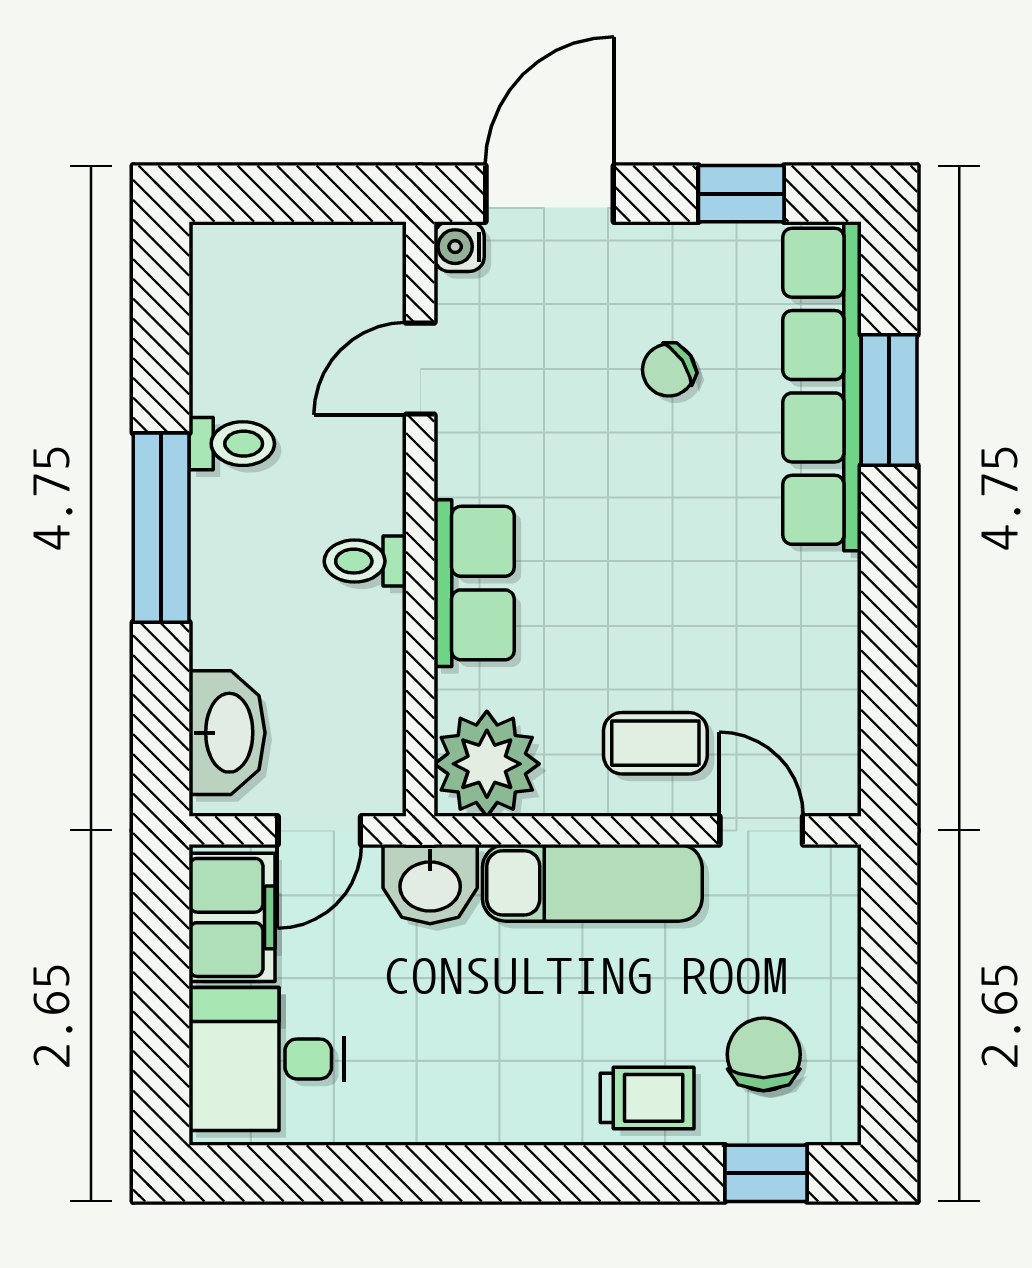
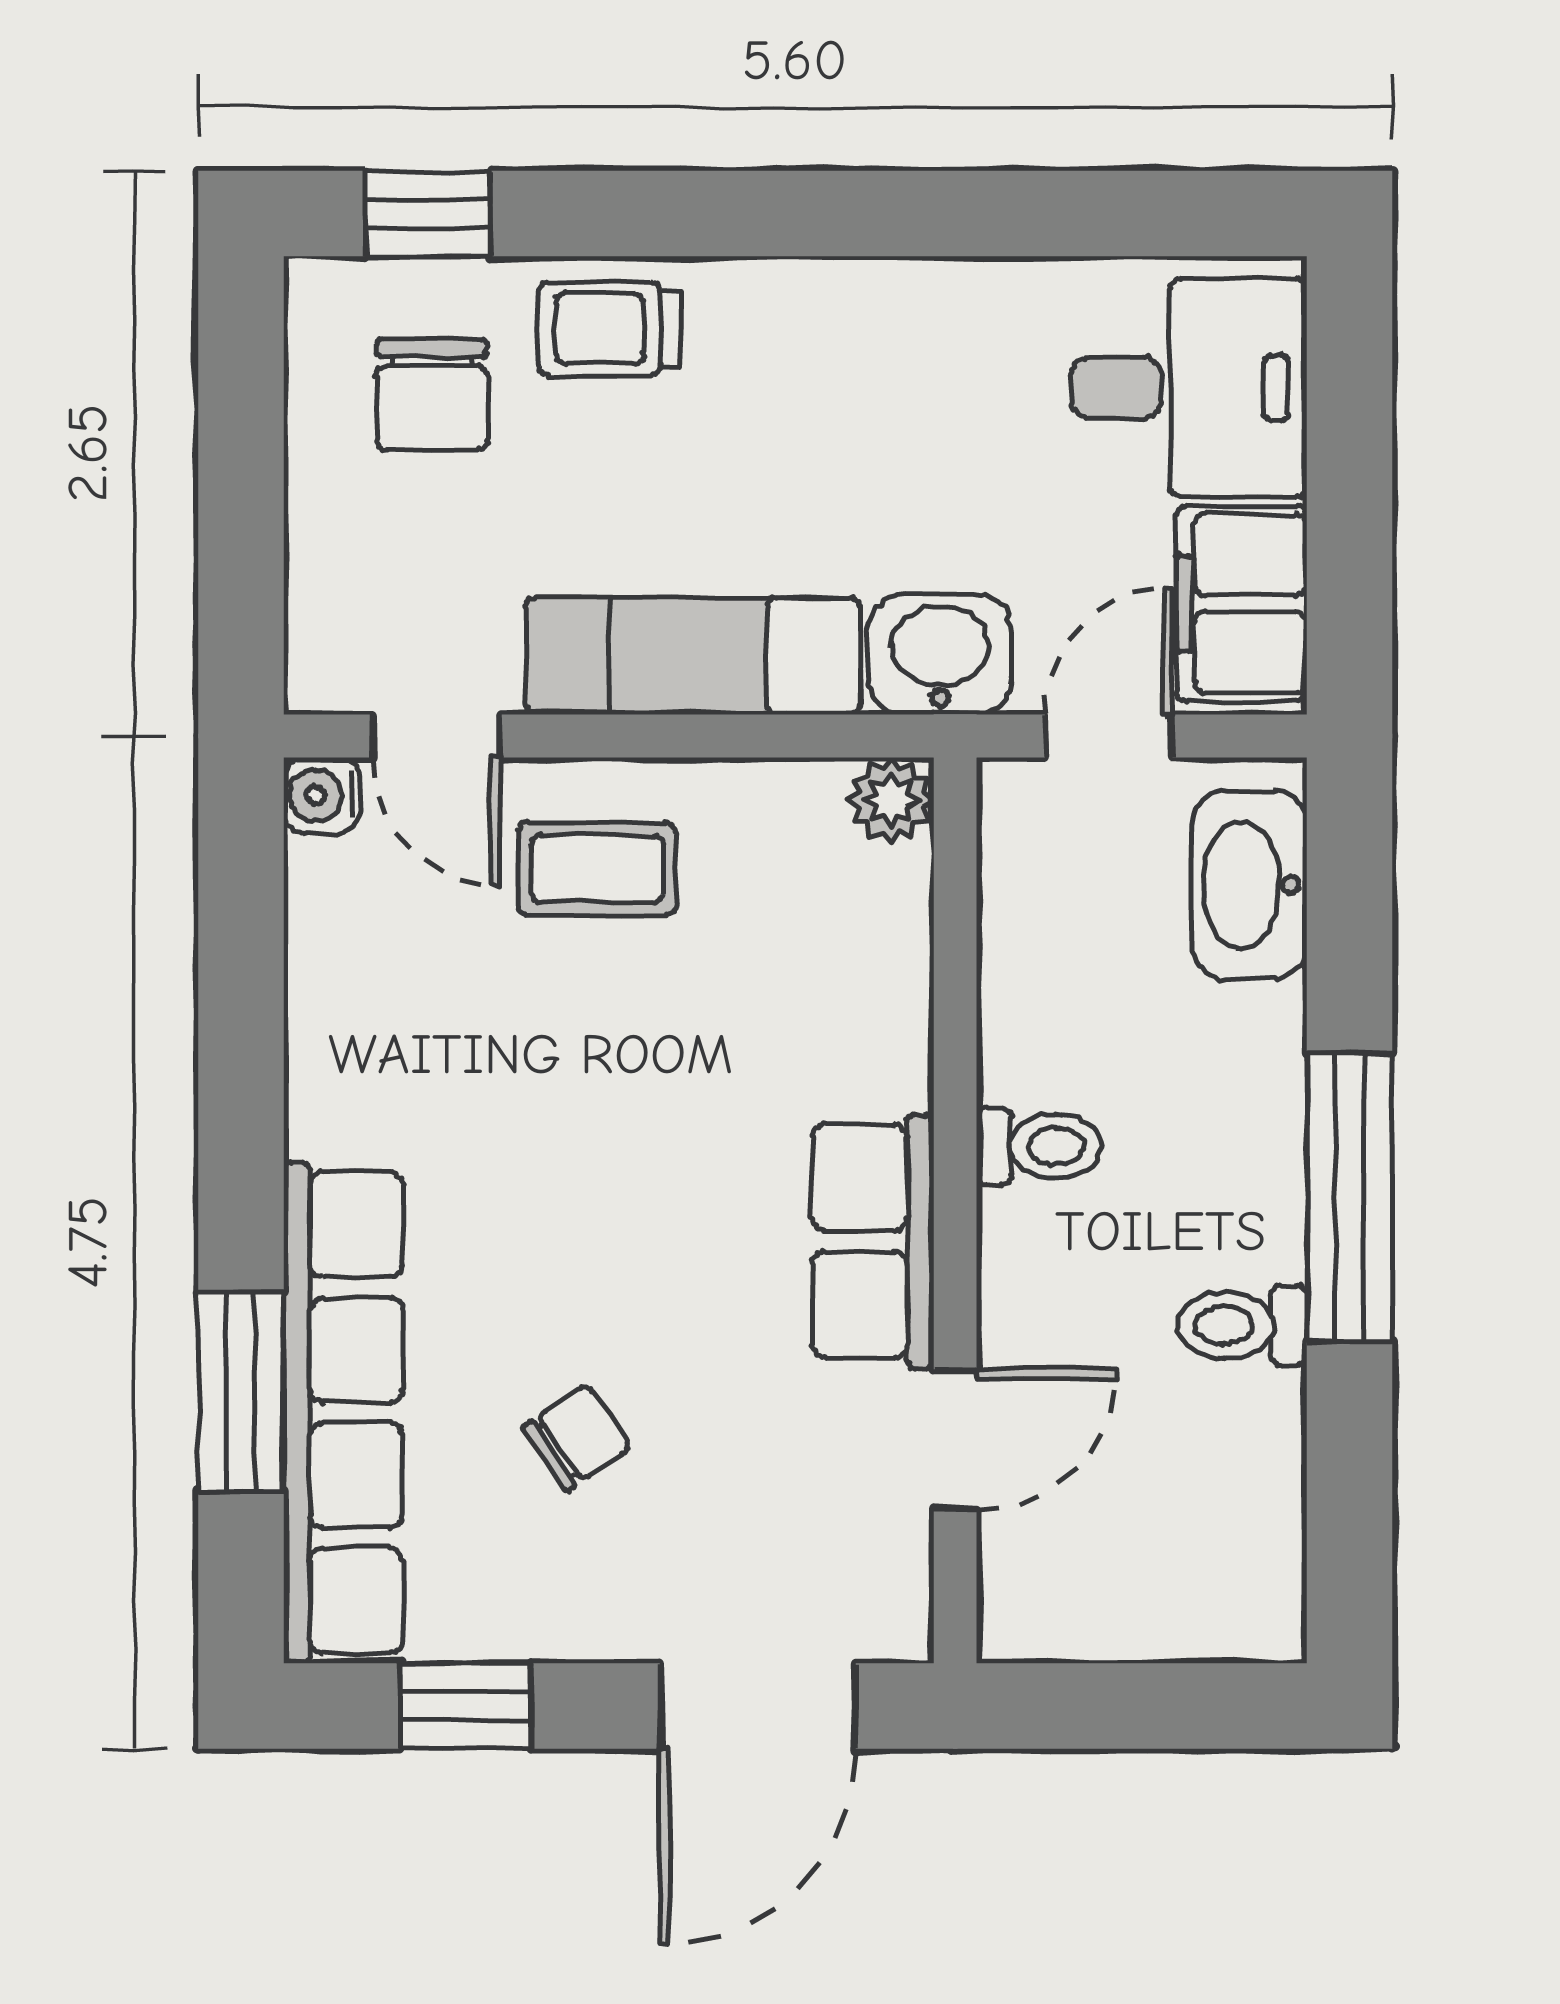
water cooler: (459, 247) -> (322, 795), moved, turned 180
row of seats: (474, 583) -> (873, 1241), moved
plant: (487, 764) -> (891, 800), width x0.53, depth x0.53

